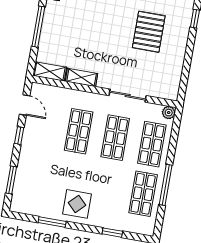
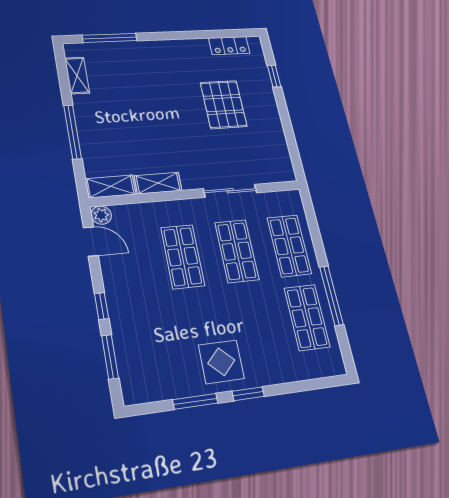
plant: (169, 113) -> (101, 215), moved
window: (19, 136) -> (102, 306), moved
window: (112, 233) -> (248, 394), moved

